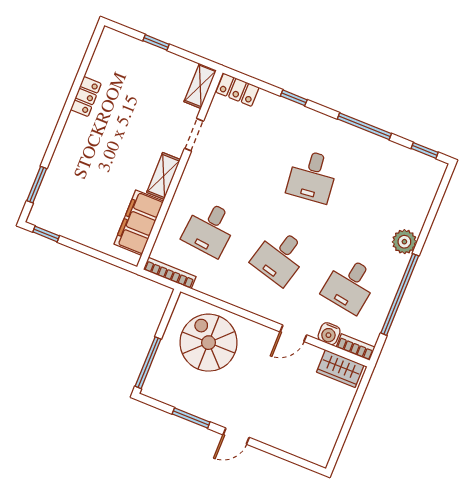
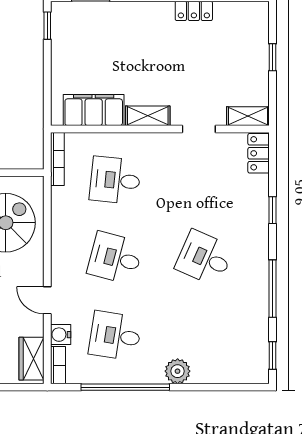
desk: (312, 176) -> (205, 258), turned 30

